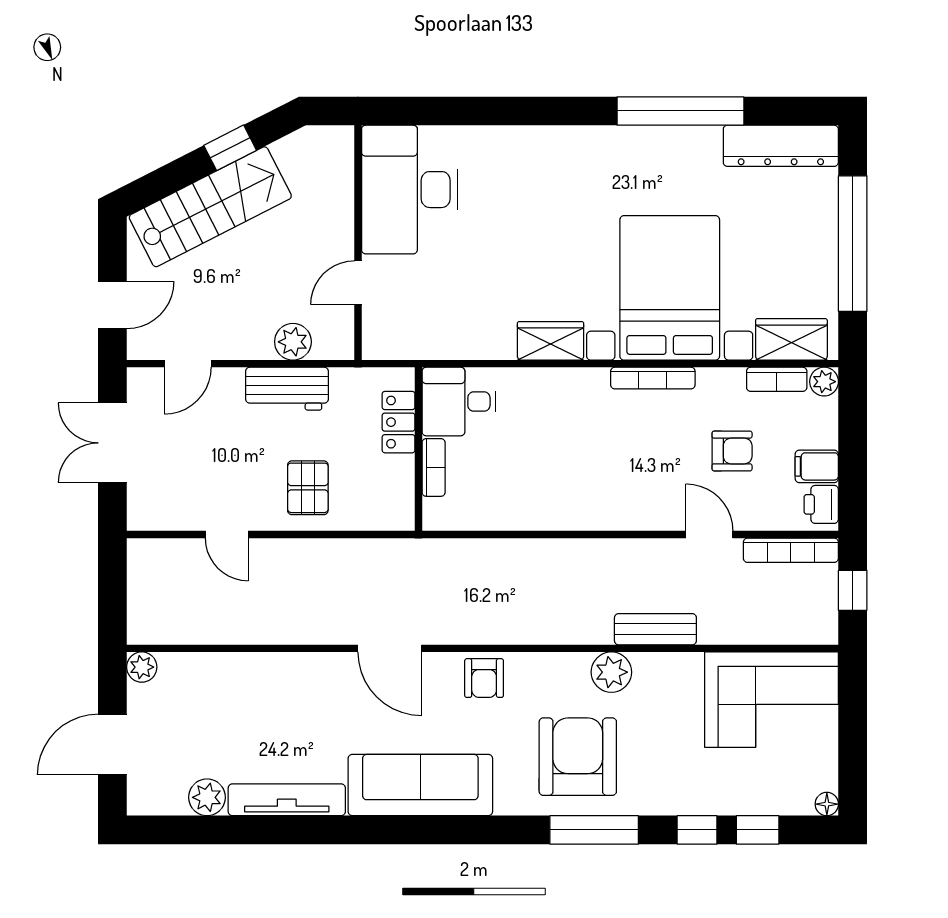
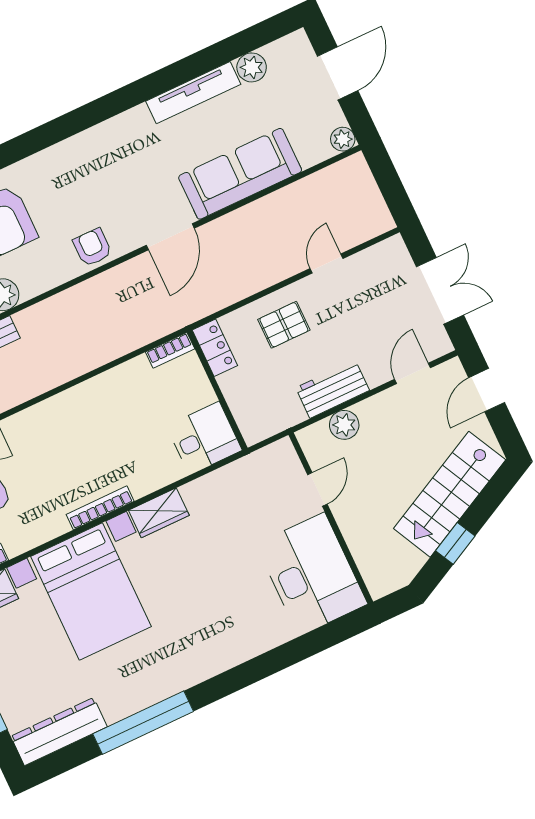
bookcase: (653, 378) -> (100, 508), moved
locker: (399, 422) -> (215, 348), moved
bookcase: (434, 467) -> (170, 350), moved, turned -90
pallet: (308, 488) -> (284, 325), turned 90
door: (227, 535) -> (326, 264), hinge flipped
door: (390, 648) -> (170, 237), swing flipped
sofa: (420, 785) -> (240, 174), moved, turned 180

